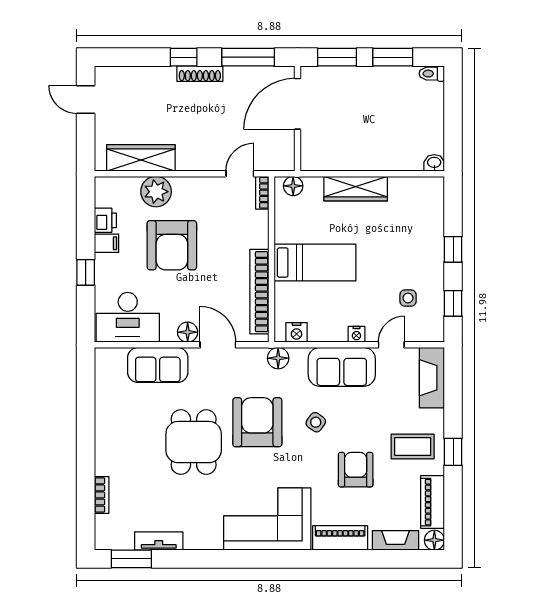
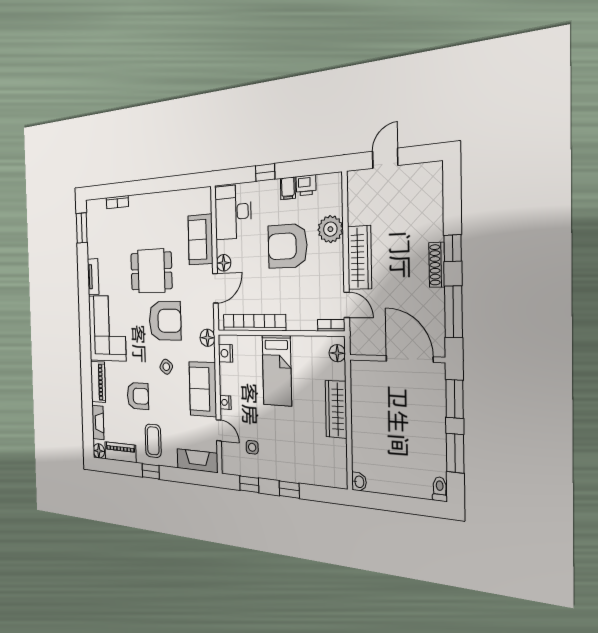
door: (86, 99) -> (385, 158), moved
wardrobe: (141, 158) -> (359, 258), moved
tv unit: (159, 541) -> (93, 277), moved

